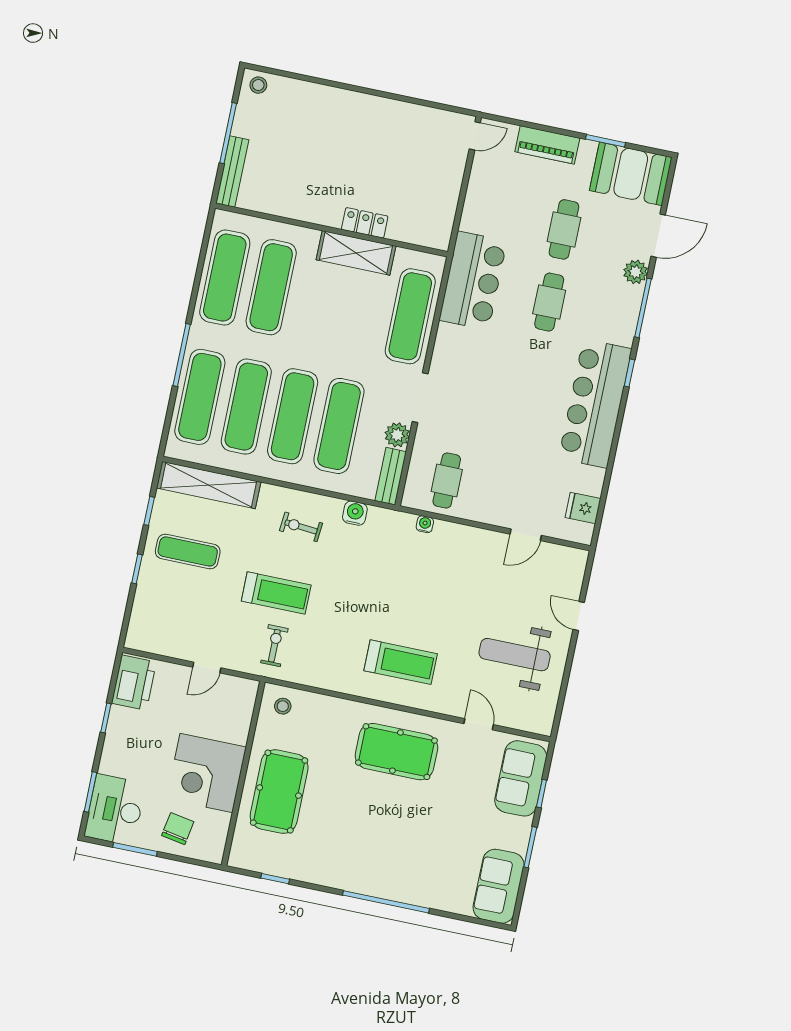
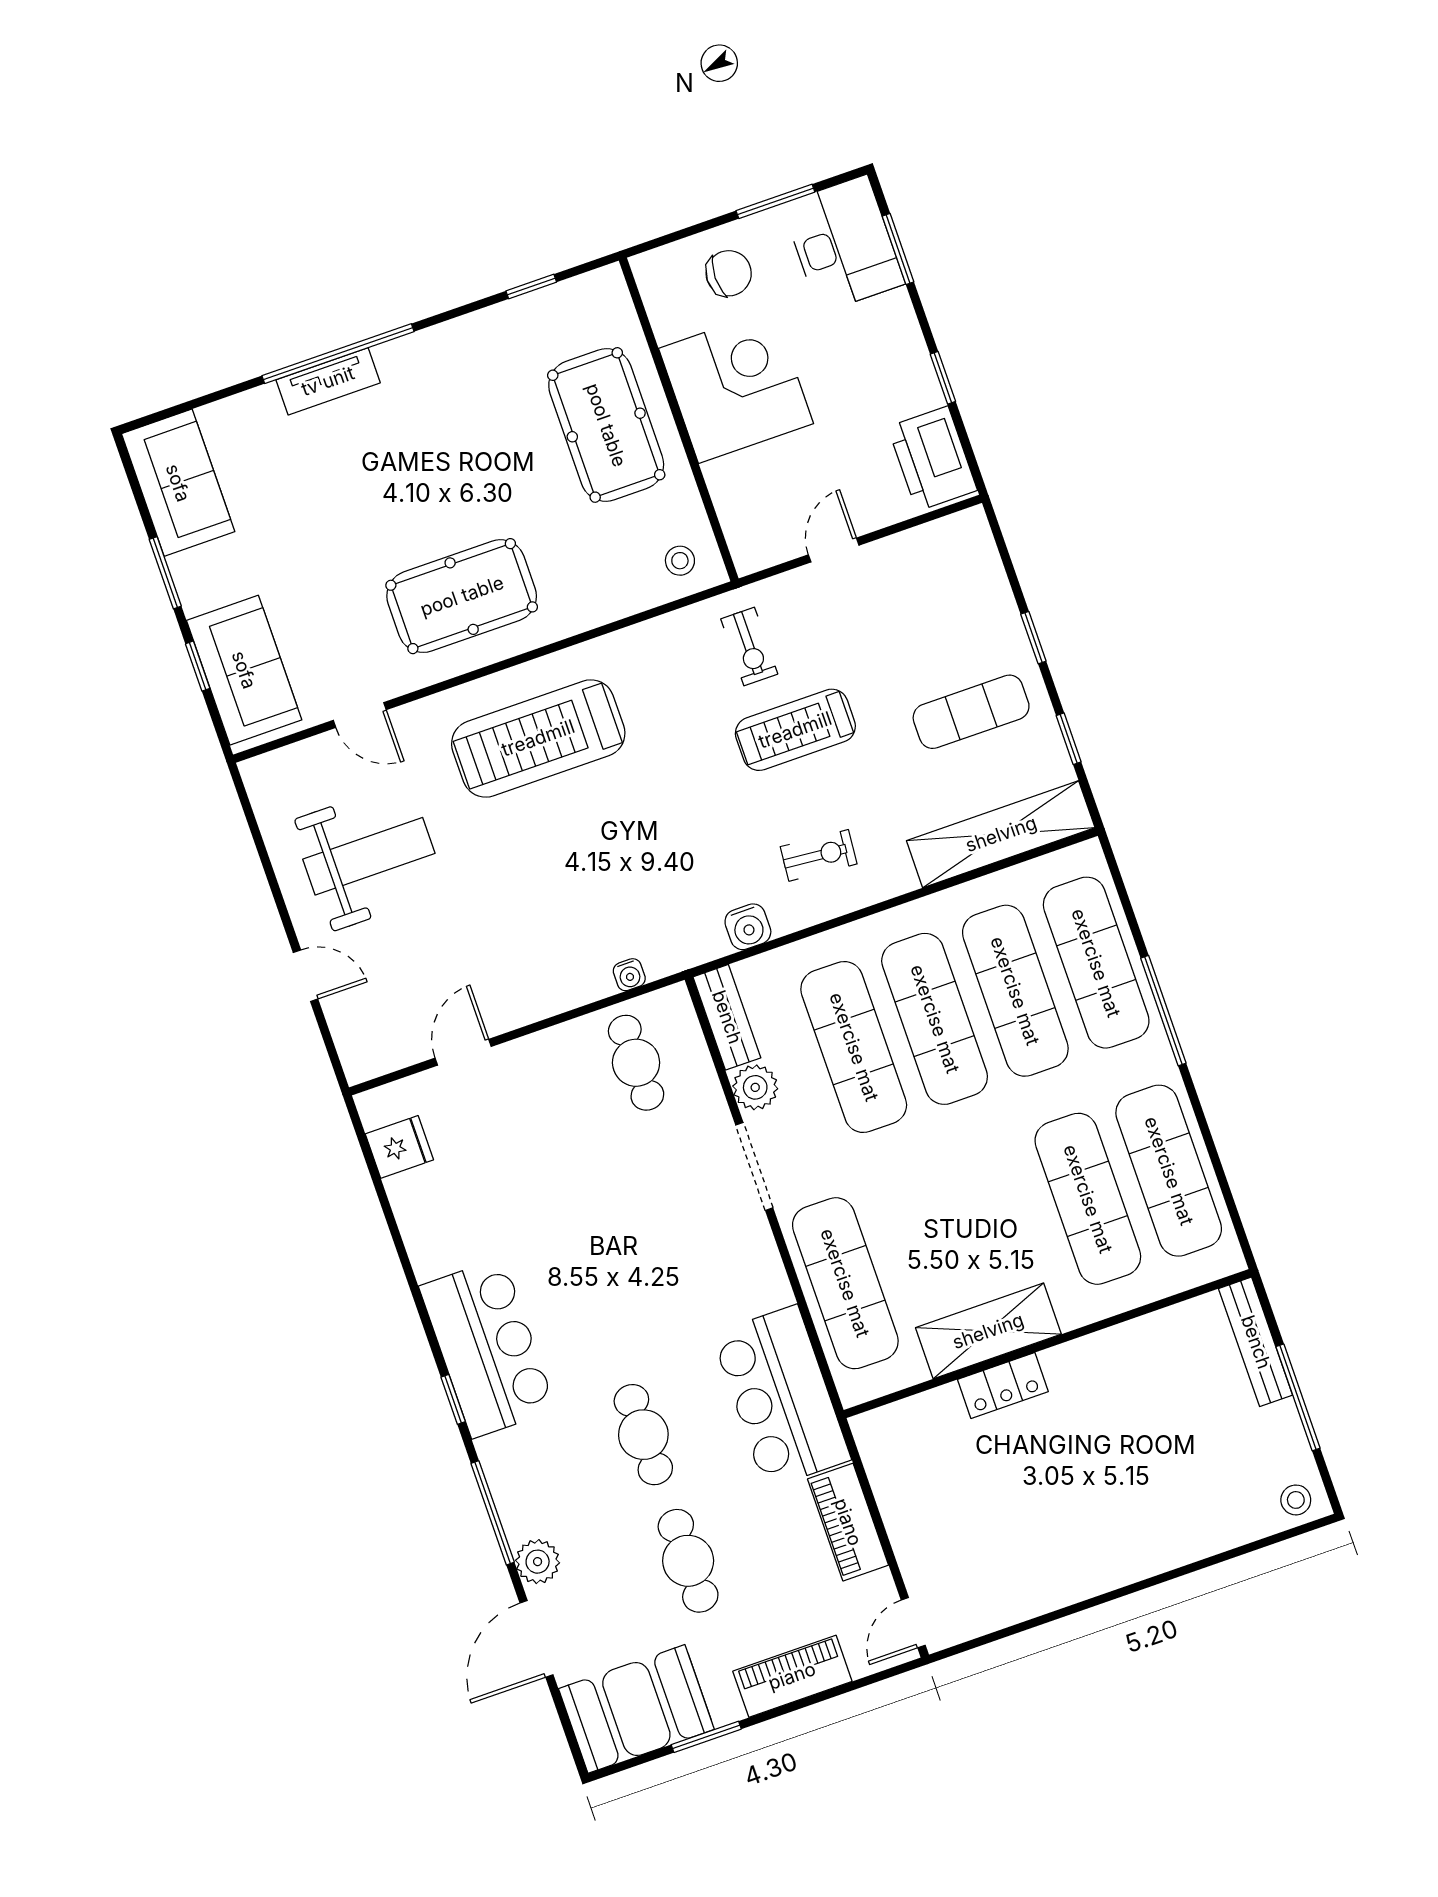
piano: (477, 202) -> (848, 1522), added
bar counter: (595, 404) -> (487, 1348), width x0.73
treadmill: (401, 662) -> (538, 738), width x1.37, depth x1.38
chair: (178, 829) -> (729, 273), turned -100
tv unit: (399, 891) -> (328, 381), added

